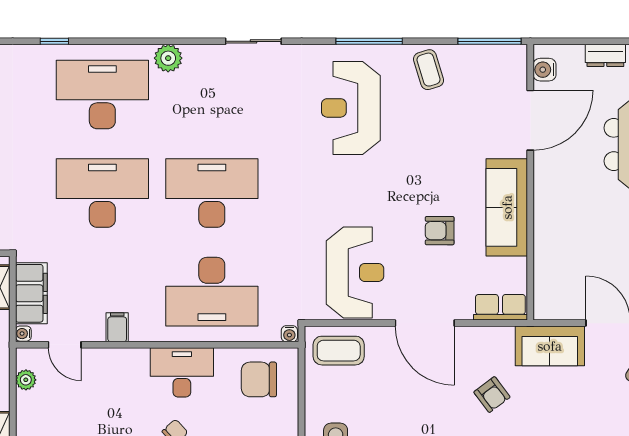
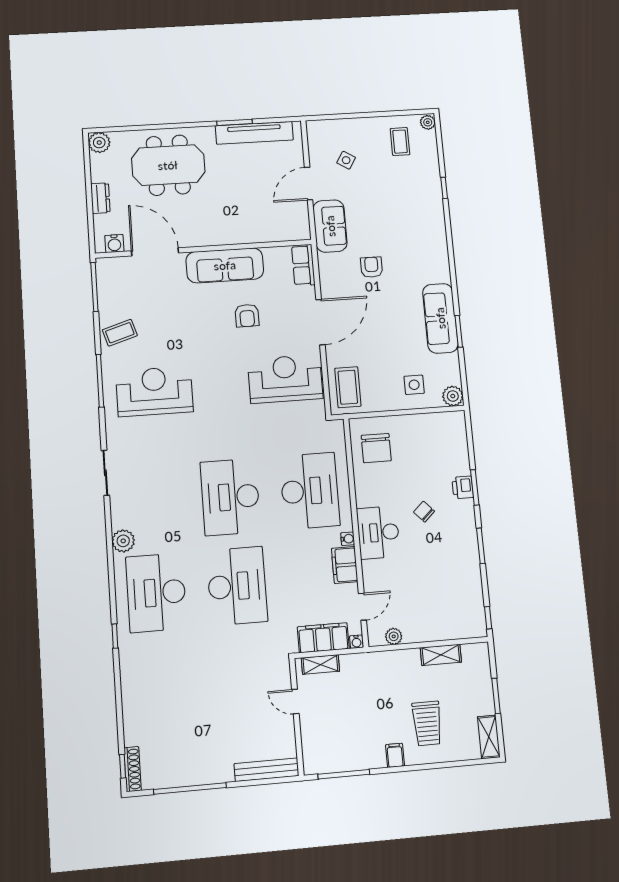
reception desk: (351, 108) -> (154, 391), turned 180
desk: (102, 193) -> (237, 586), turned 180
filing cabinet: (117, 327) -> (345, 565), width x2.00
water cooler: (289, 334) -> (348, 539), moved
desk: (182, 372) -> (378, 533), moved
armchair: (492, 395) -> (372, 267), turned -53

